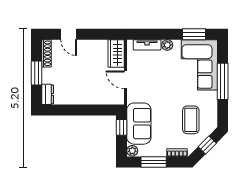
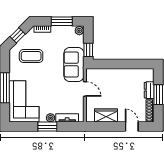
window: (194, 34) -> (47, 127), moved
wardrobe: (116, 53) -> (106, 116), moved, turned -90
dresser: (48, 94) -> (149, 90), moved
coffee table: (191, 120) -> (31, 56), turned 90
sofa: (139, 124) -> (74, 64), moved

